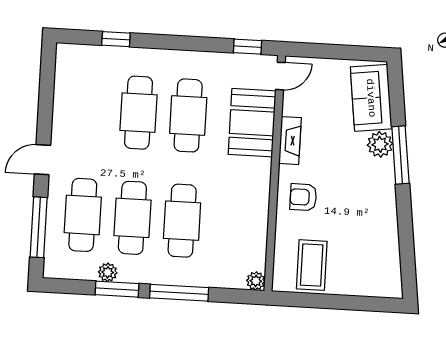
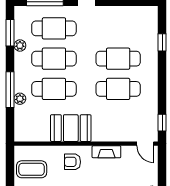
booth: (252, 123) -> (71, 128), moved
armchair: (303, 197) -> (73, 162), turned -90
plant: (256, 281) -> (20, 99), moved
window: (117, 289) -> (10, 33), moved

